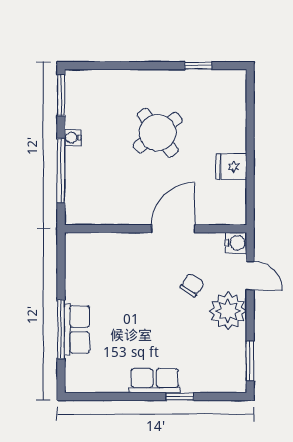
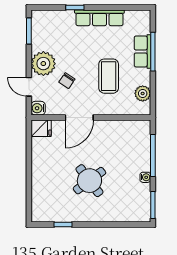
fridge: (231, 167) -> (41, 128), moved
plant: (77, 265) -> (143, 93), added
coffee table: (128, 292) -> (109, 76), added
row of seats: (155, 381) -> (99, 18), width x1.48

